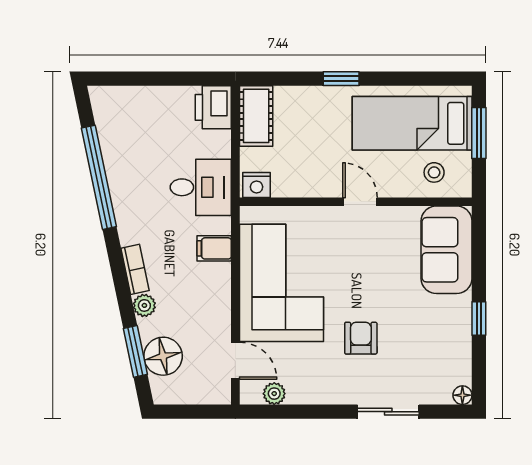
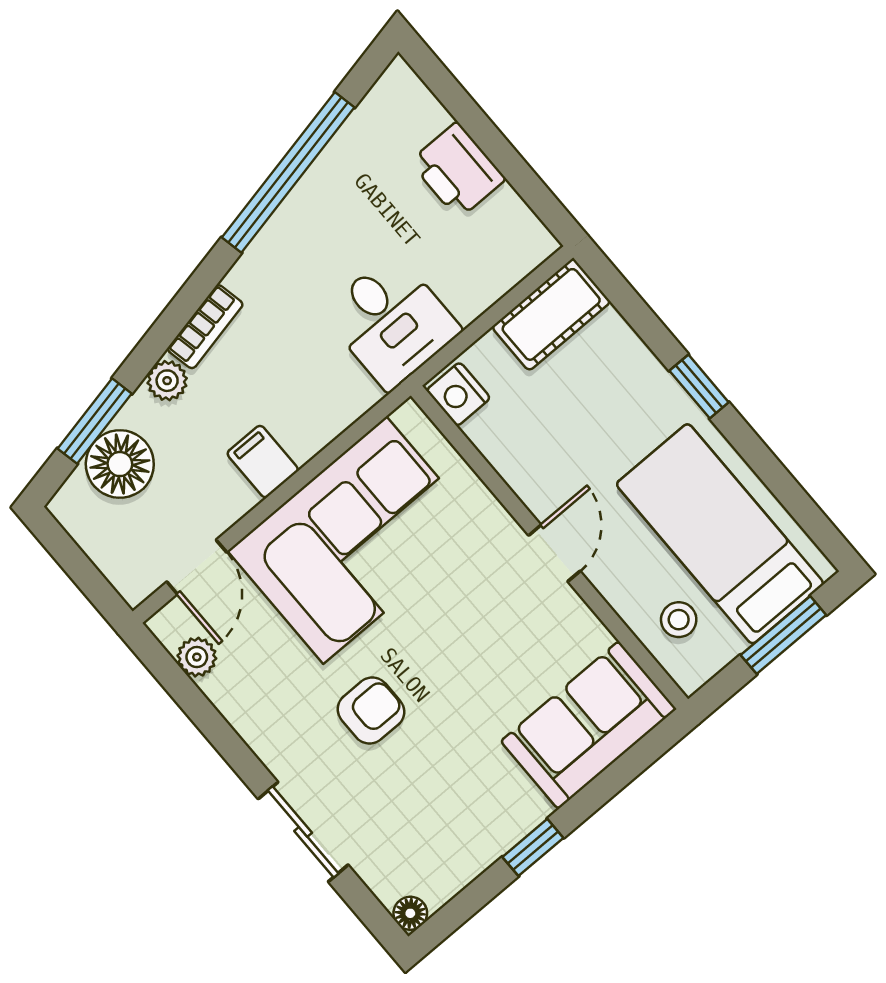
printer: (213, 107) -> (458, 170), moved, turned -90
filing cabinet: (214, 248) -> (263, 462), moved

